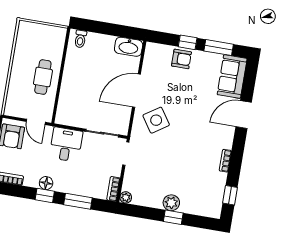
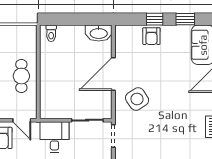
window: (219, 48) -> (185, 19), width x0.67
armchair: (181, 59) -> (151, 36), turned 90

